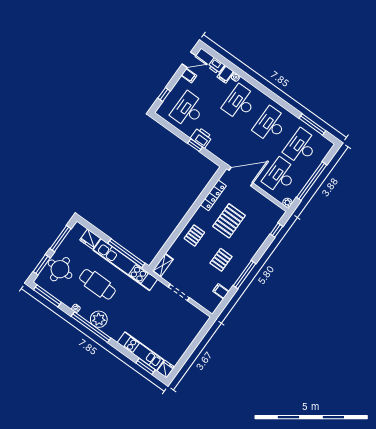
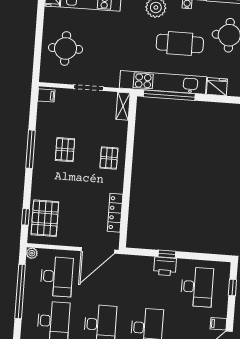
pallet: (229, 221) -> (45, 218), moved
filing cabinet: (221, 291) -> (46, 95), moved
round table: (178, 329) -> (66, 48), added

